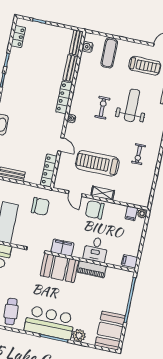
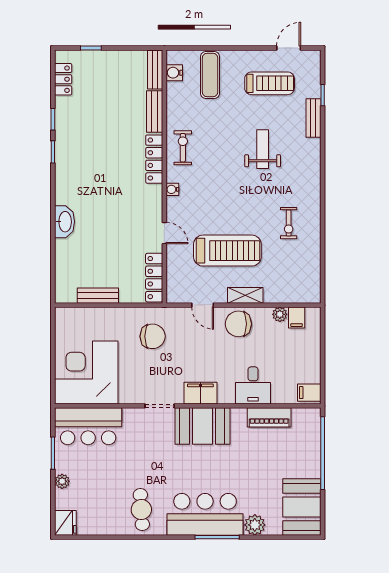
weight bench: (132, 105) -> (263, 149), width x0.73, depth x0.75
exercise bike: (102, 108) -> (183, 148), moved
treadmill: (97, 163) -> (227, 251), turned 180
plant: (142, 214) -> (280, 314), moved
piano: (92, 269) -> (269, 417), moved

